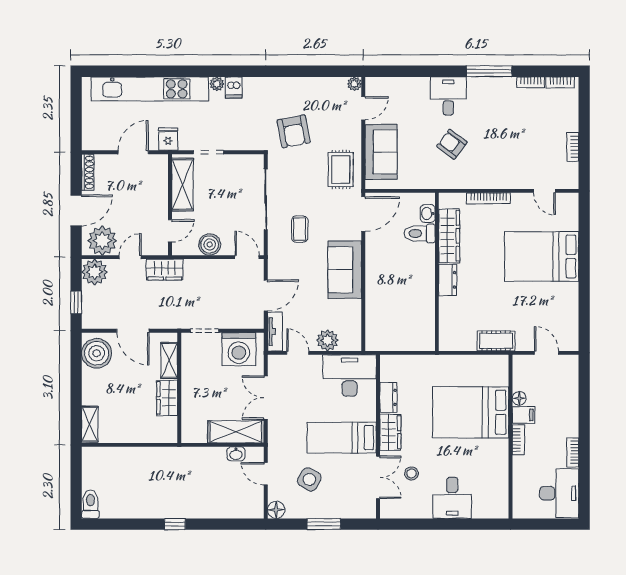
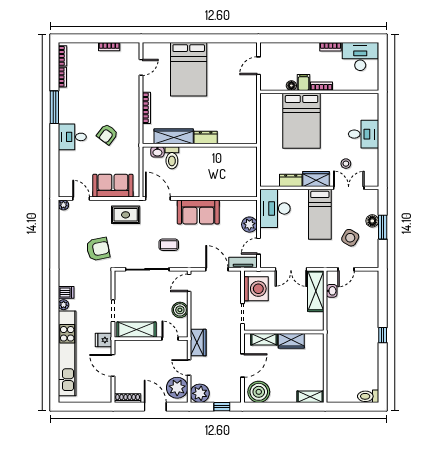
cot: (496, 341) -> (250, 102), removed
floor lamp: (276, 510) -> (372, 221), moved

